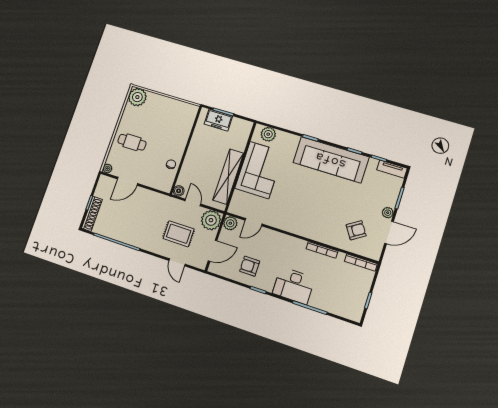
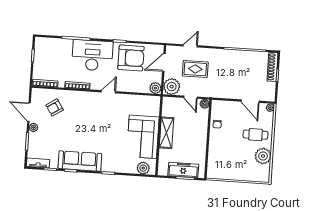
plant: (137, 97) -> (263, 156), moved
freezer: (218, 120) -> (183, 170), width x1.40
sofa: (331, 160) -> (80, 161), width x0.74, depth x0.79
shelving: (228, 177) -> (167, 133), width x0.68
door: (127, 181) -> (250, 101), swing flipped
door: (254, 222) -> (108, 92), moved
door: (389, 233) -> (29, 112), hinge flipped
door: (177, 262) -> (190, 46), hinge flipped
armchair: (250, 266) -> (131, 58), width x1.88, depth x1.88
desk: (294, 286) -> (92, 55), width x1.36, depth x1.30

